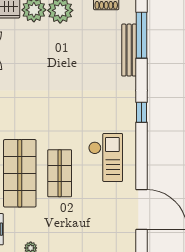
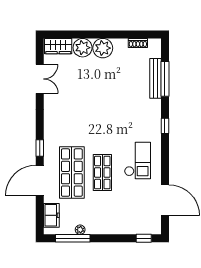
window: (142, 35) -> (165, 79), moved

